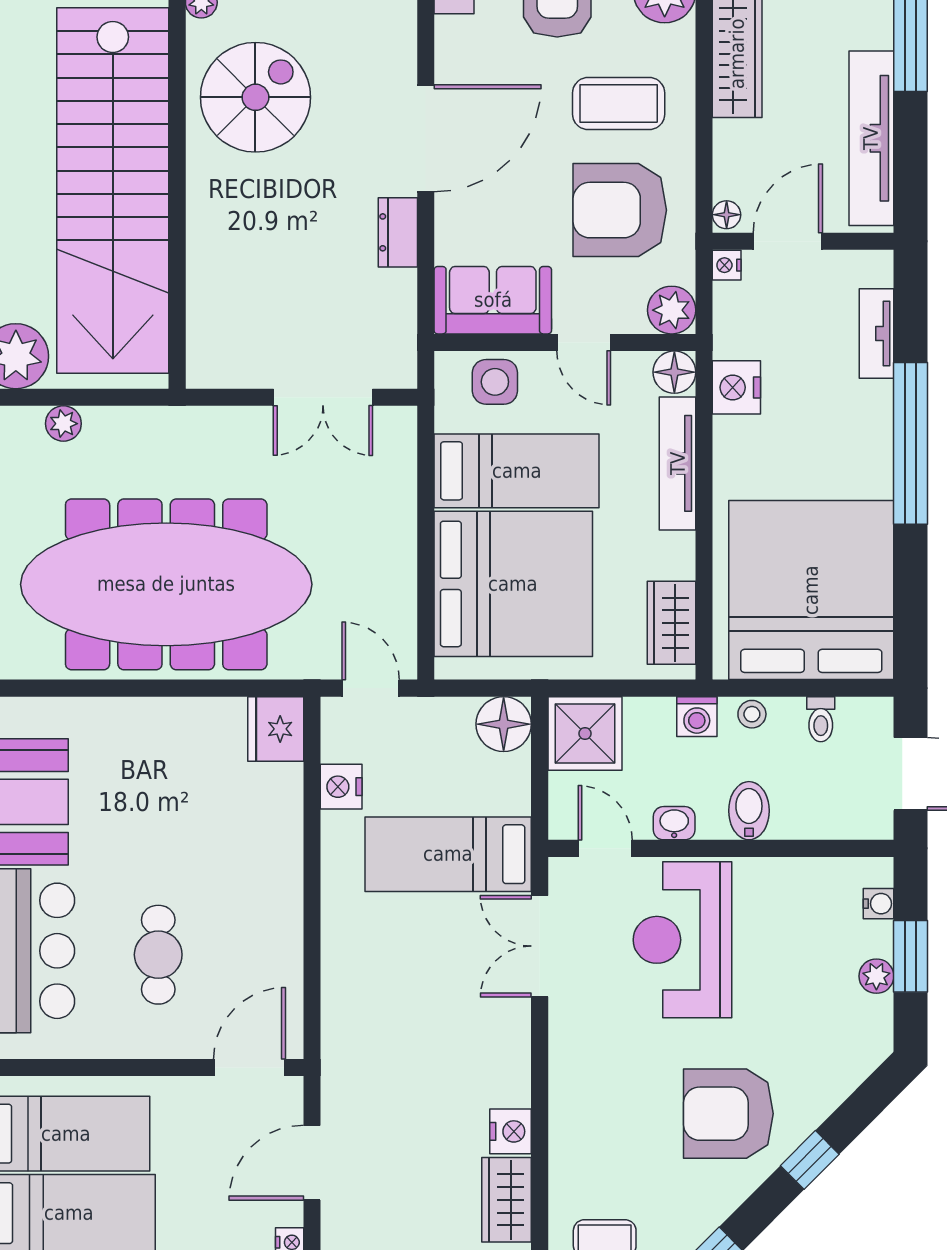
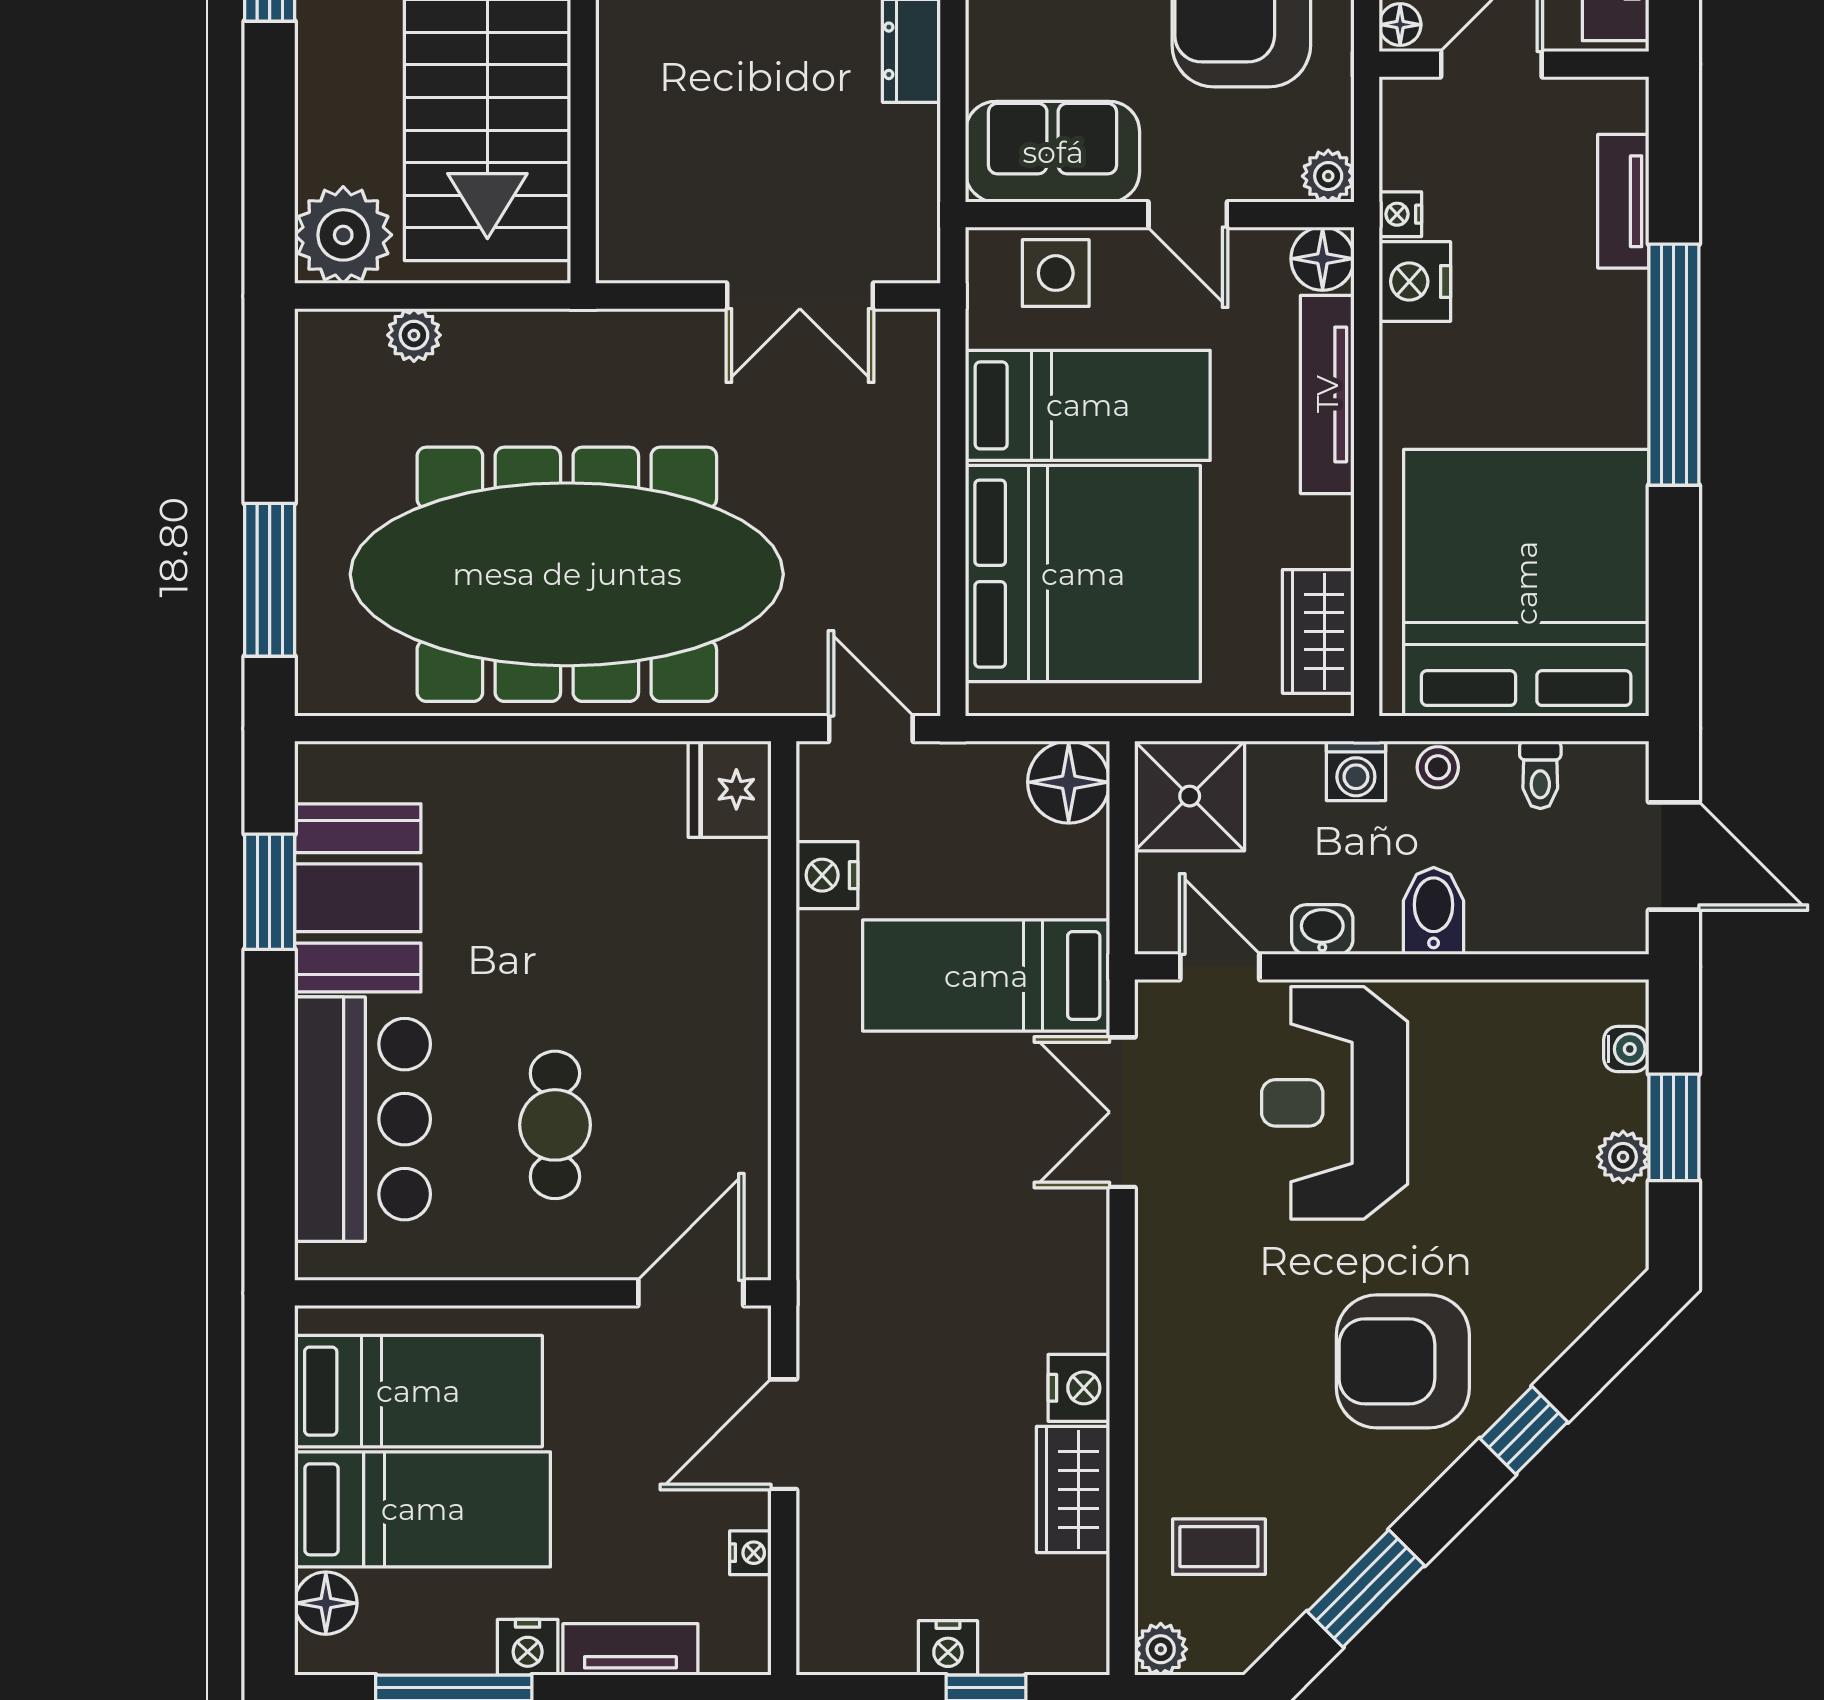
nightstand: (727, 265) -> (1400, 214), moved
plant: (672, 310) -> (1328, 176), width x0.73, depth x0.73

